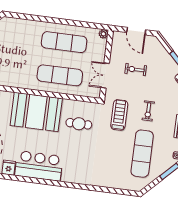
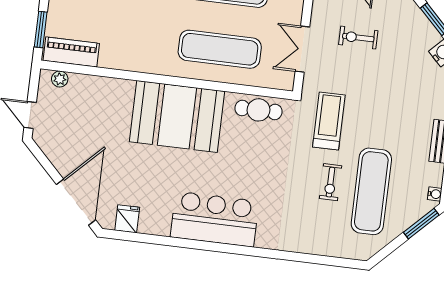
exercise bike: (148, 111) -> (331, 182), moved
cafe table: (79, 124) -> (259, 110), moved
bar counter: (39, 166) -> (215, 219), moved

